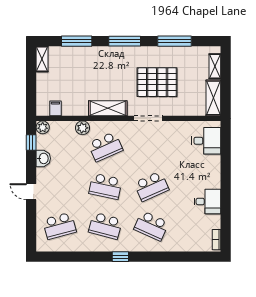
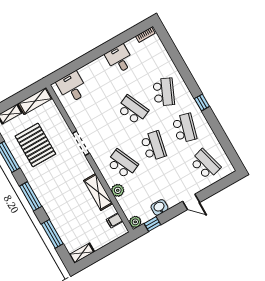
pallet: (157, 82) -> (35, 145), moved
shelving: (108, 108) -> (98, 192), moved
door: (31, 192) -> (191, 202), hinge flipped

